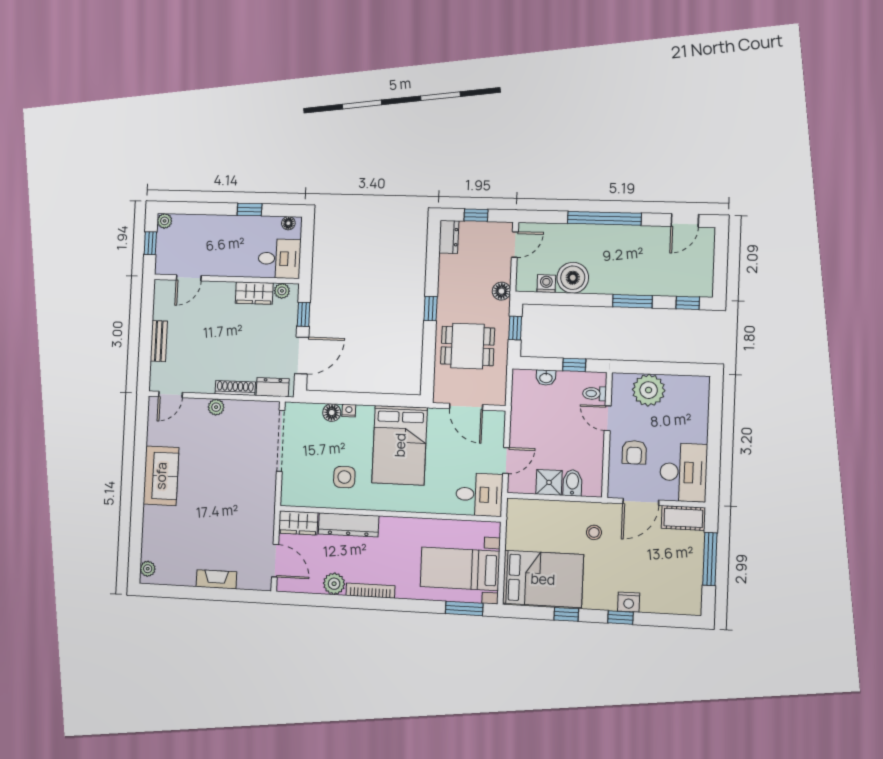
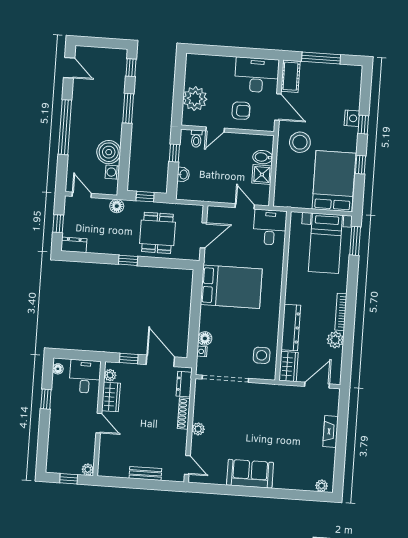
plant: (165, 221) -> (88, 470), moved
door: (189, 278) -> (99, 423), moved
nightstand: (349, 411) -> (202, 351), moved
side table: (344, 477) -> (262, 355), moved
stool: (594, 532) -> (300, 142), width x1.89, depth x1.89

